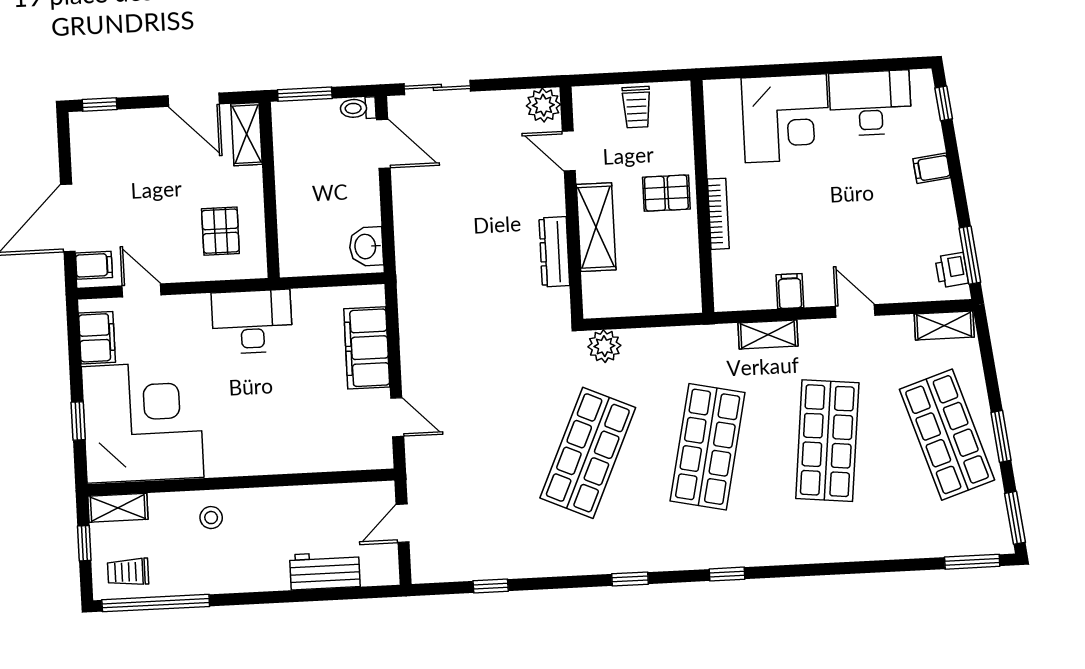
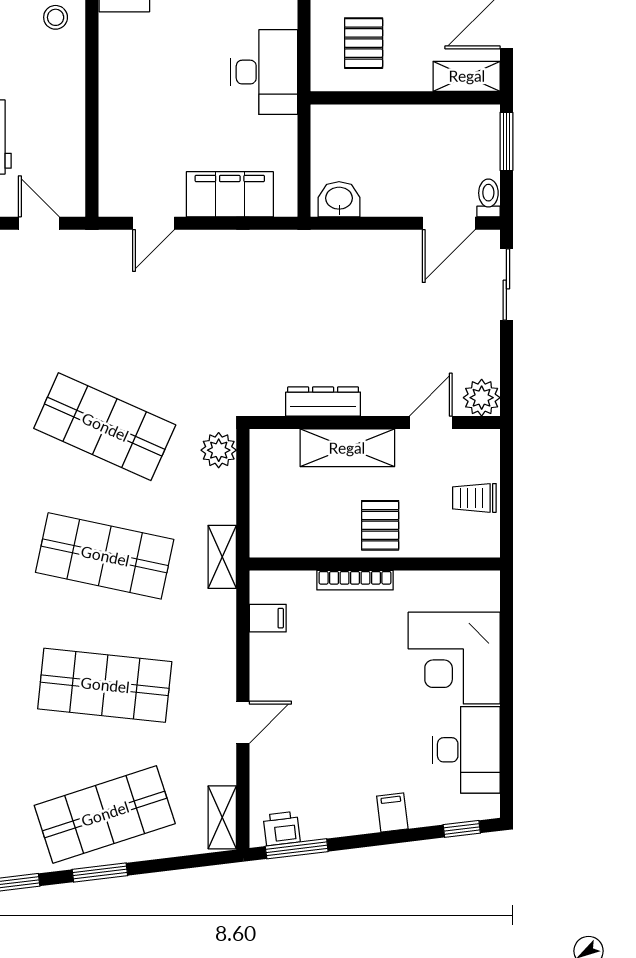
pallet: (220, 231) -> (364, 43), turned 90
filing cabinet: (790, 291) -> (268, 618), moved
shelving: (768, 335) -> (222, 557), moved

